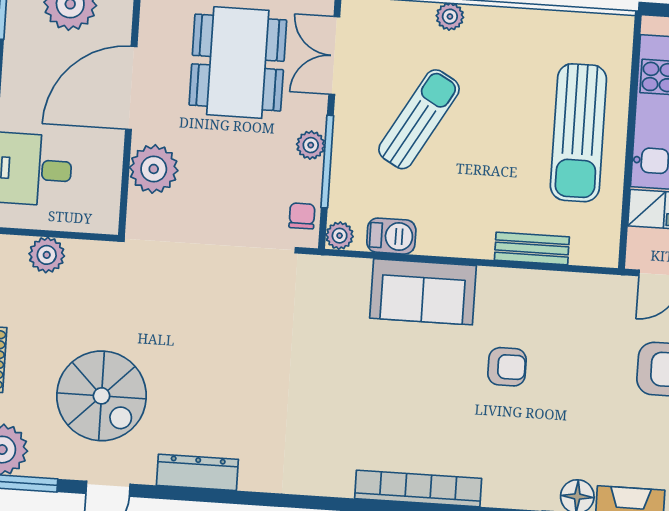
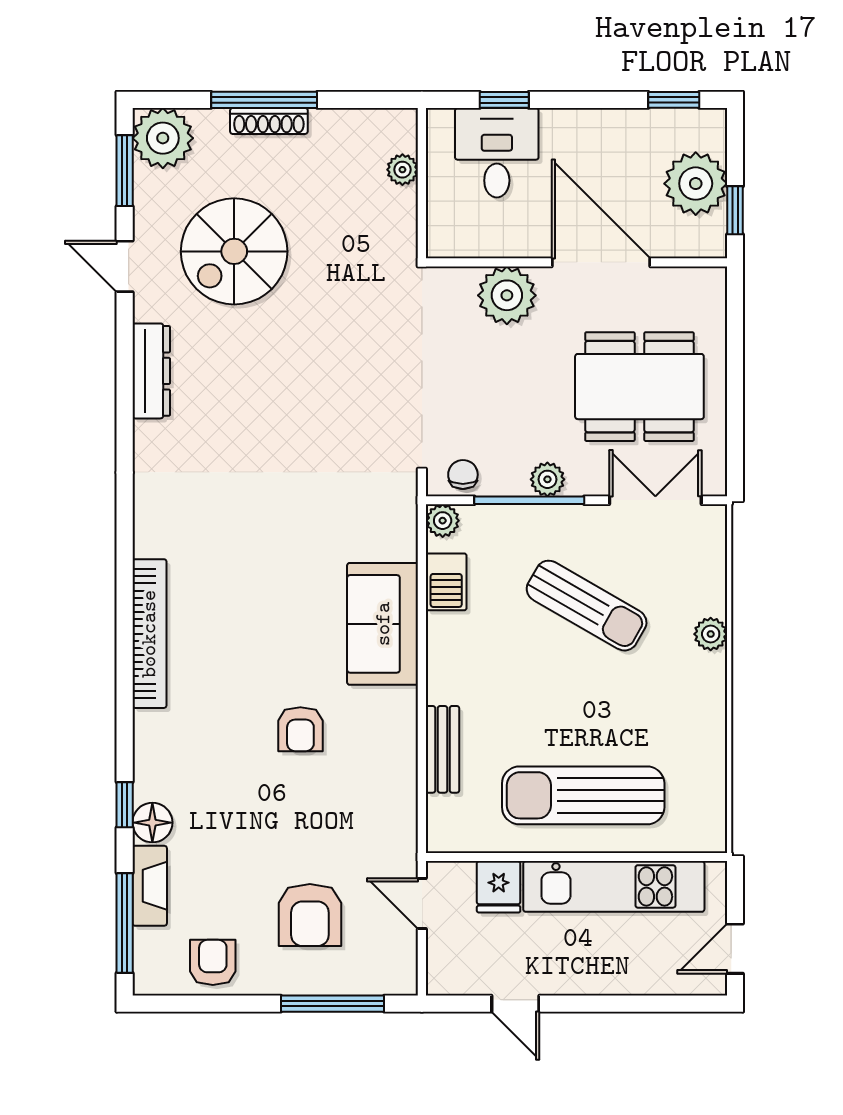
chair: (302, 216) -> (463, 475), turned -90
plant: (47, 255) -> (402, 170), width x0.73, depth x0.73

